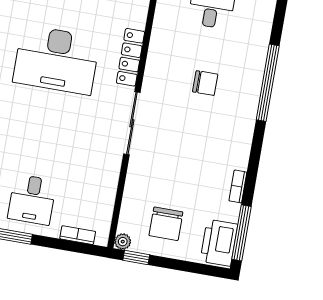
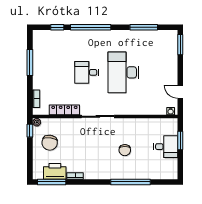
locker: (130, 57) -> (64, 110), moved
desk: (32, 200) -> (87, 72), moved
chair: (166, 224) -> (50, 143), turned -83
printer: (219, 243) -> (55, 171), moved

